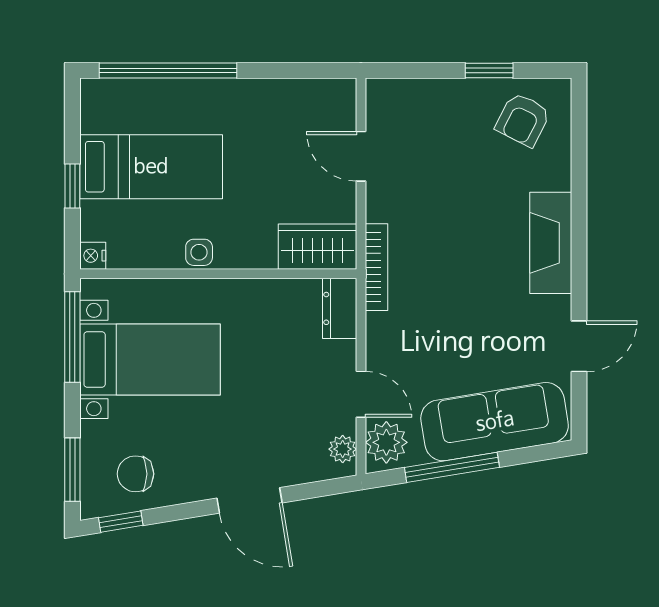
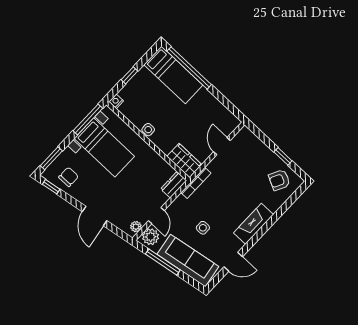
bed: (151, 167) -> (173, 75), moved
side table: (466, 337) -> (203, 228), added
chair: (136, 474) -> (69, 177), turned 90

